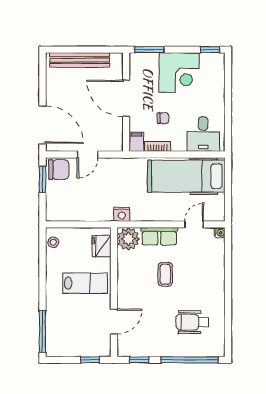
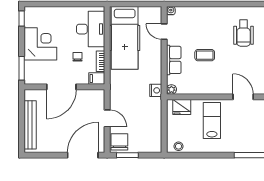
desk: (203, 134) -> (91, 29), width x1.37
plant: (128, 239) -> (171, 89), width x0.53, depth x0.53

